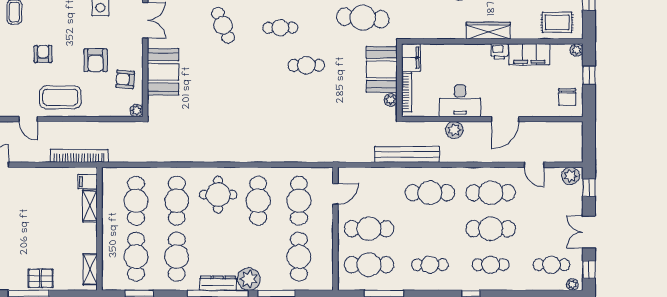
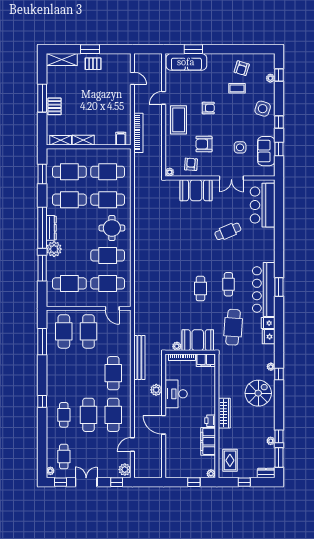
cafe table: (280, 28) -> (228, 284), moved
chair: (567, 97) -> (179, 467), removed
shelving: (90, 206) -> (83, 140), moved
cafe table: (430, 265) -> (64, 373), removed

